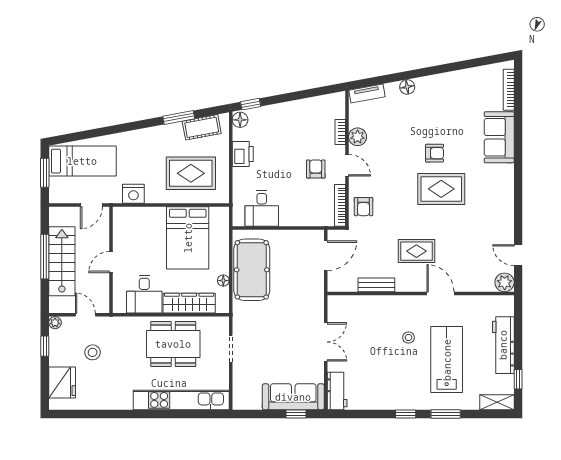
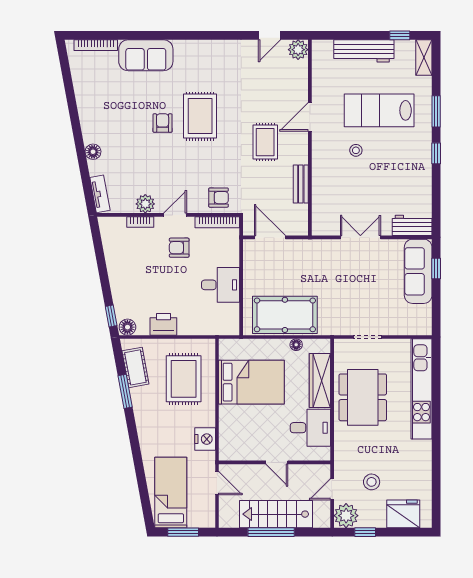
desk: (262, 208) -> (220, 285), moved
plant: (55, 323) -> (346, 516), width x1.87, depth x1.87

